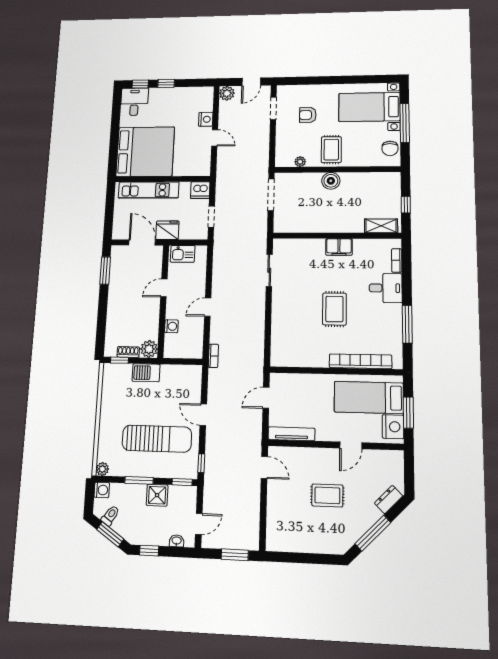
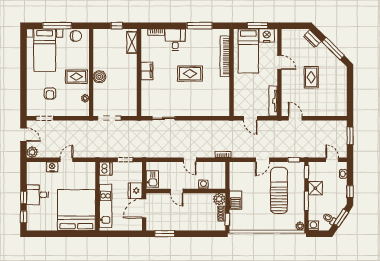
desk: (134, 102) -> (37, 195), moved
door: (264, 467) -> (295, 118), hinge flipped

